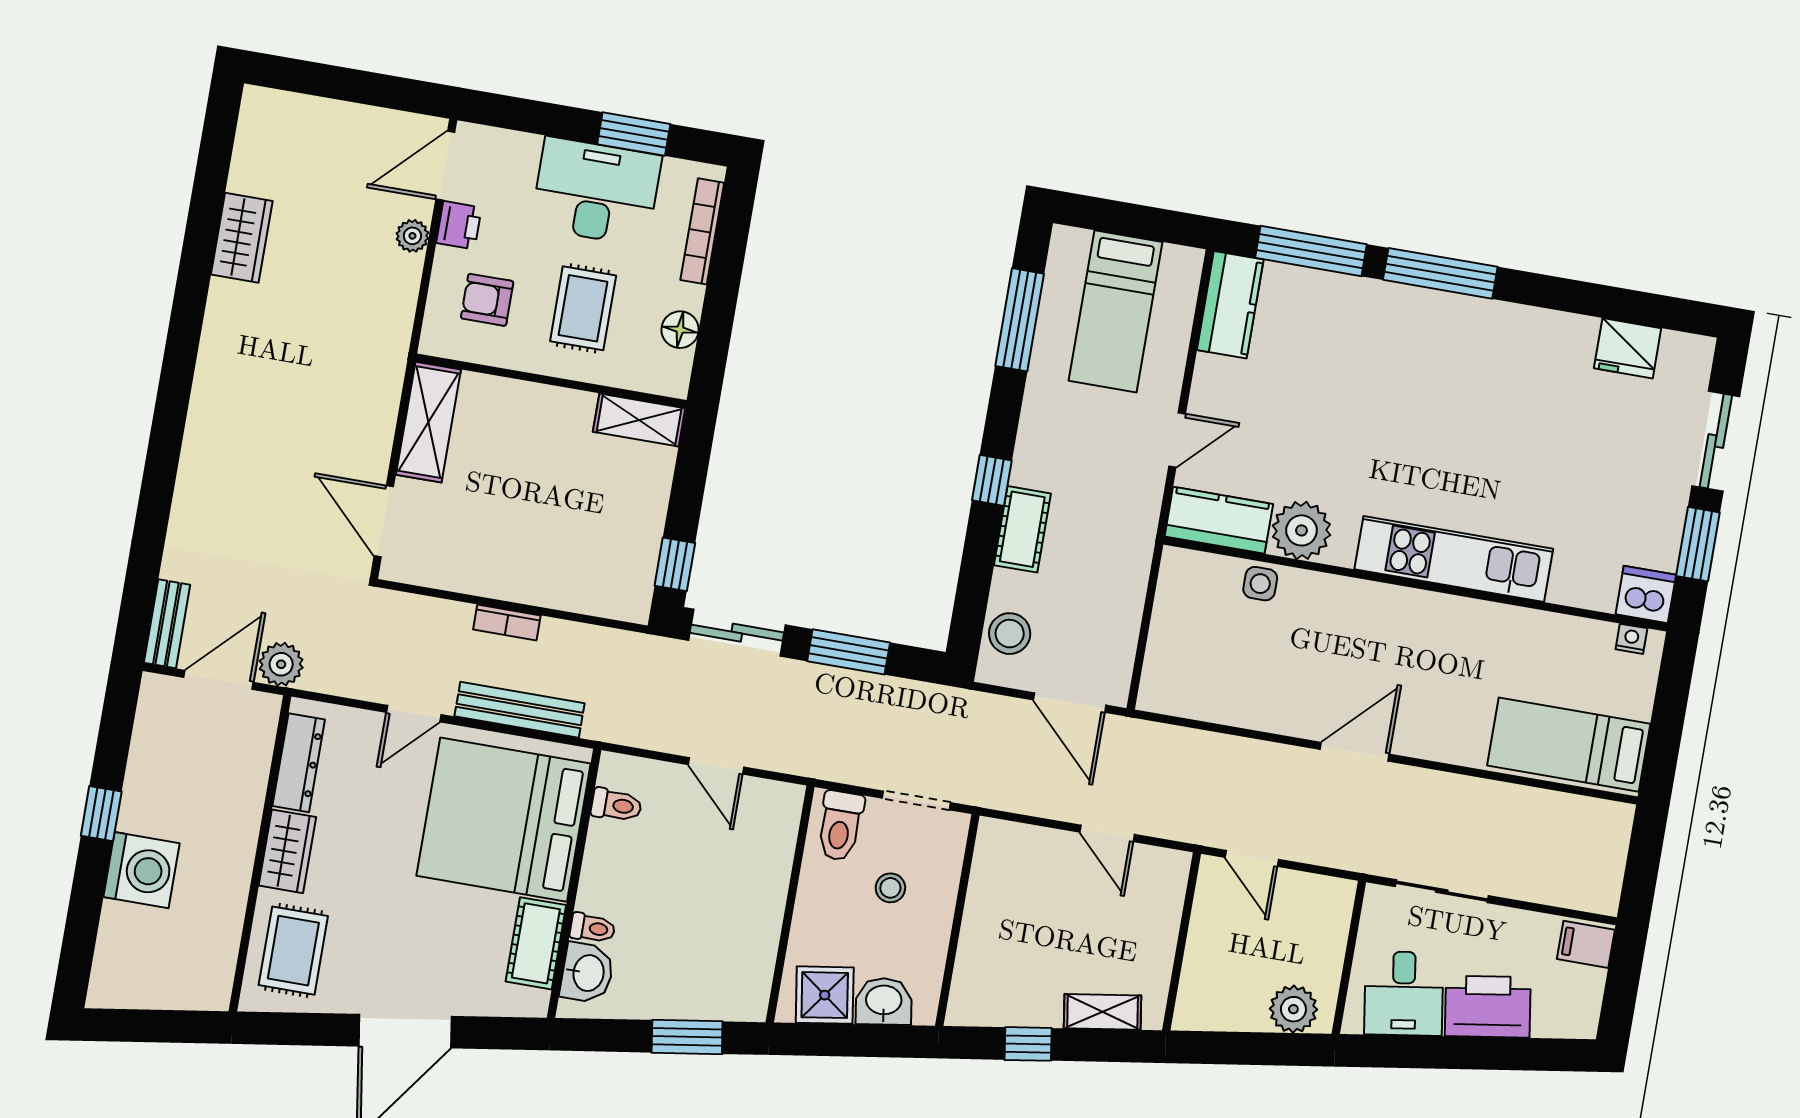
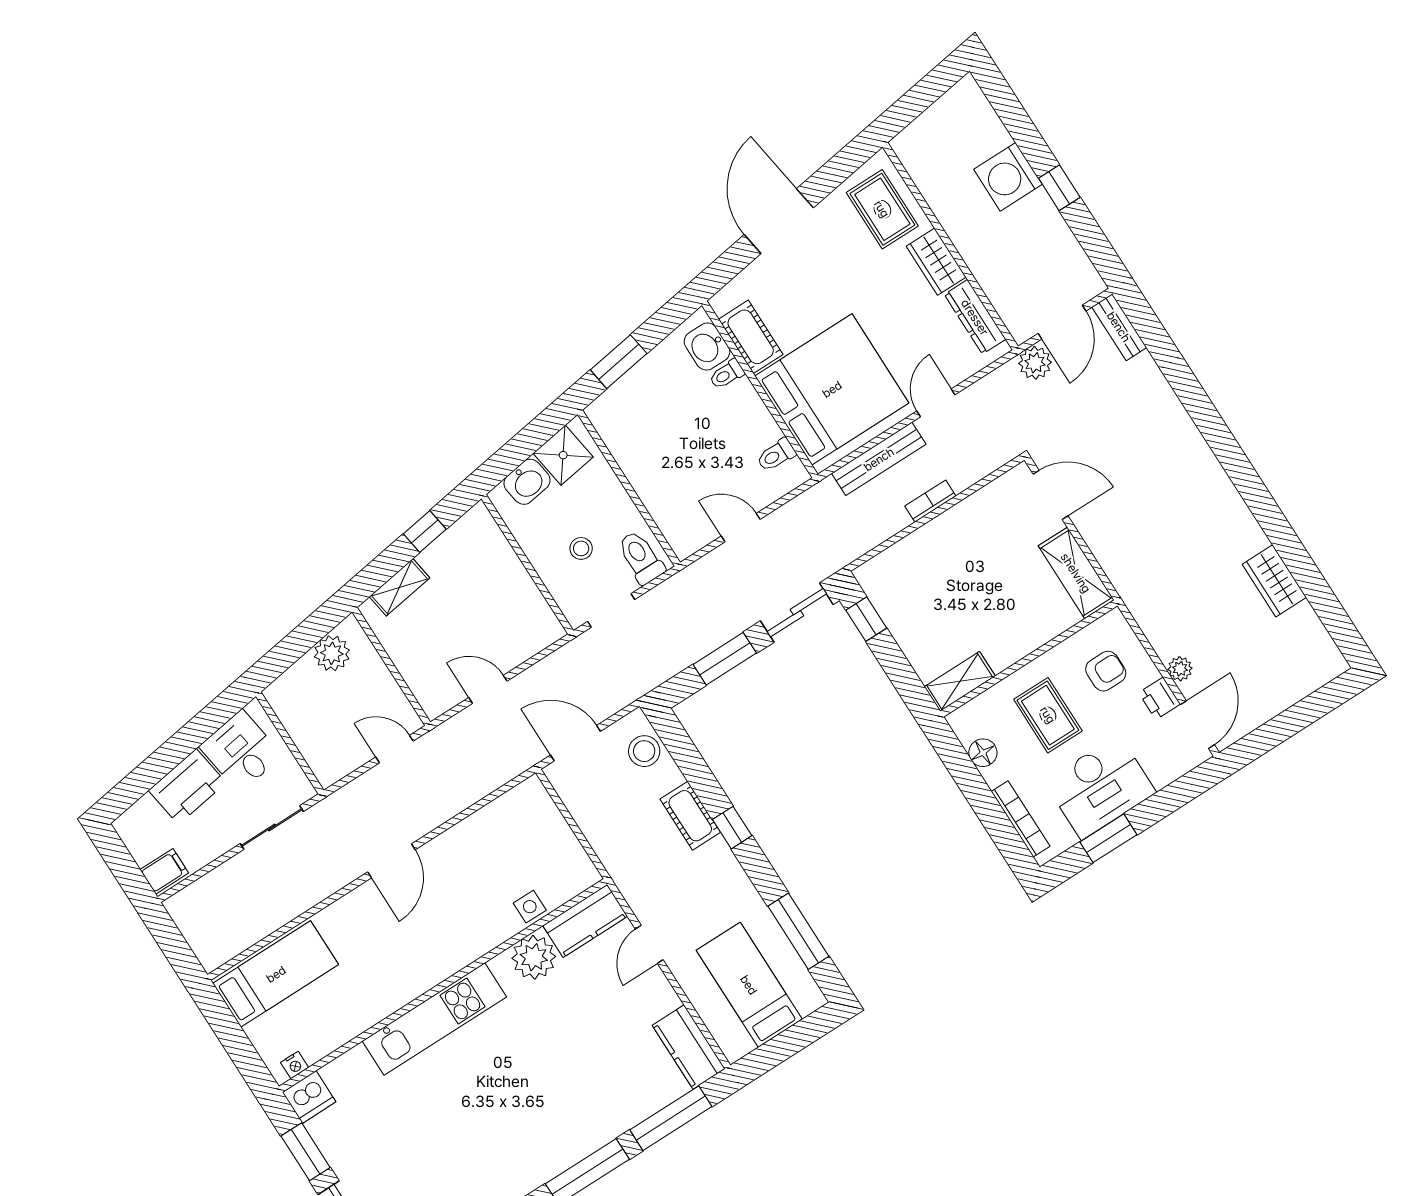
plant: (1293, 1009) -> (332, 653), moved

